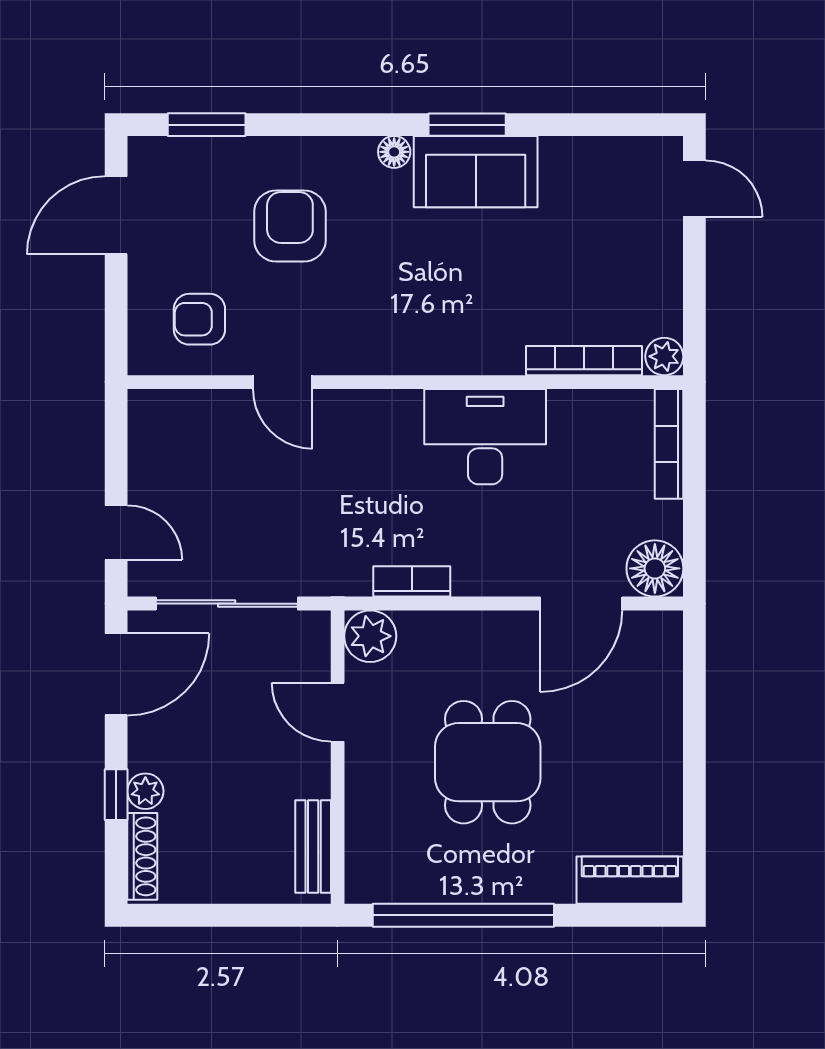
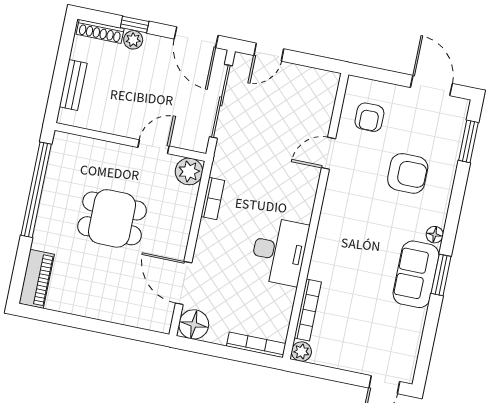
armchair: (199, 319) -> (369, 117), turned 180
bench: (313, 847) -> (73, 85), moved, turned 90

